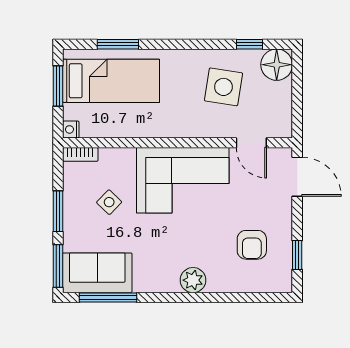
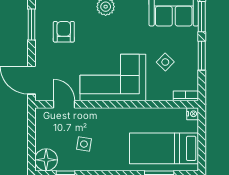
window: (58, 86) -> (202, 145), removed
side table: (223, 87) -> (84, 144), width x0.54, depth x0.54
window: (297, 255) -> (32, 25), width x1.50

